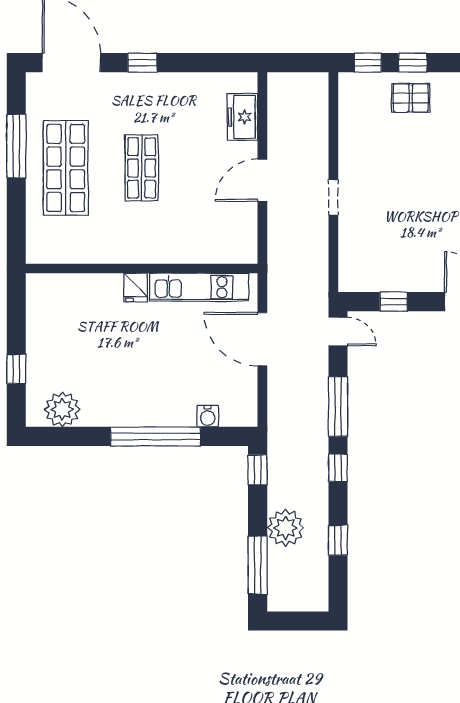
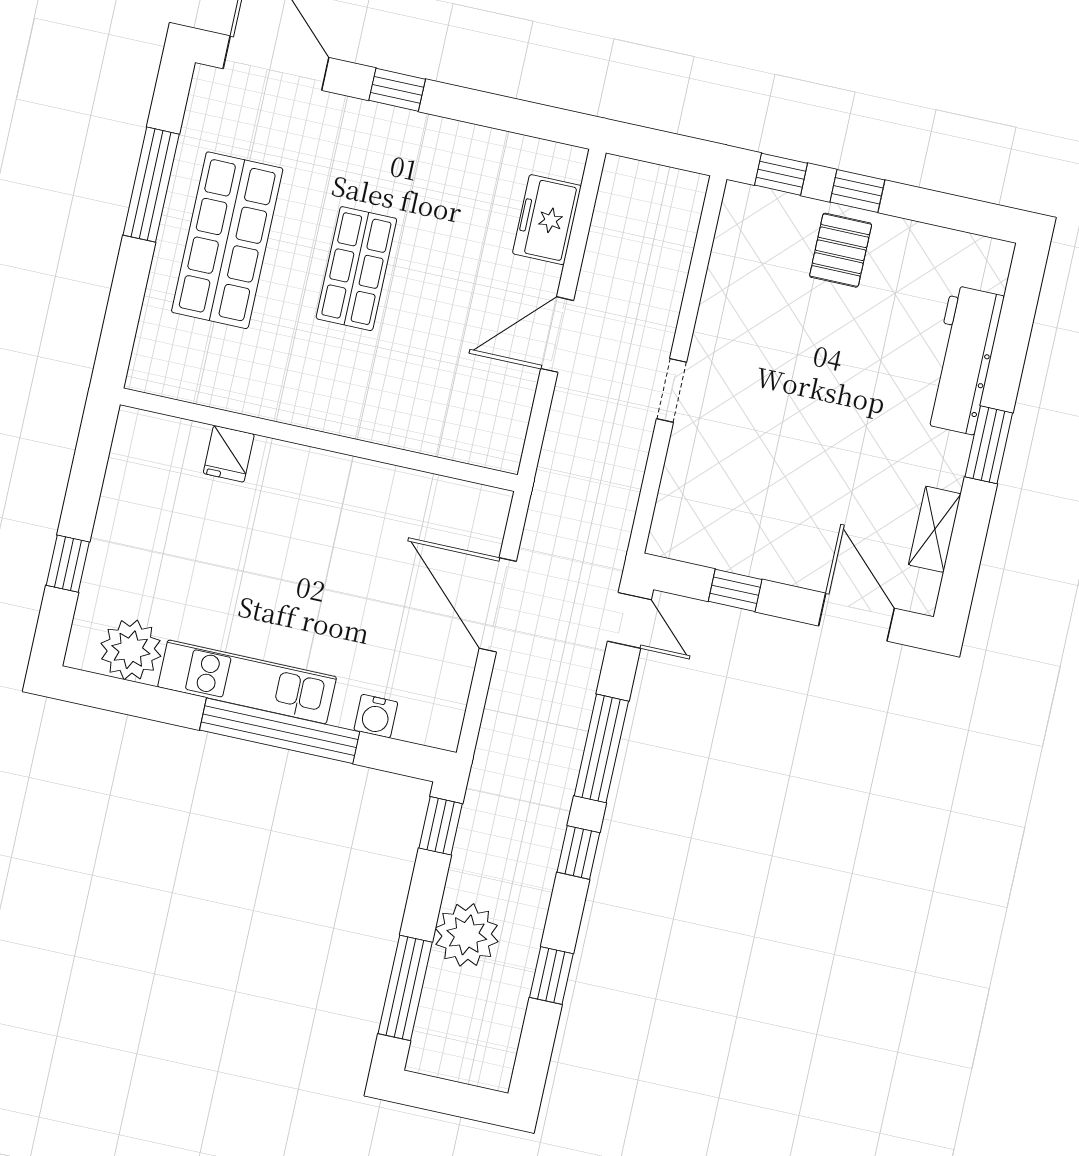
pallet: (411, 98) -> (841, 250), turned 90
fridge: (136, 287) -> (229, 454), moved
kitchen unit: (199, 287) -> (247, 682), moved, turned 180

